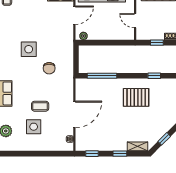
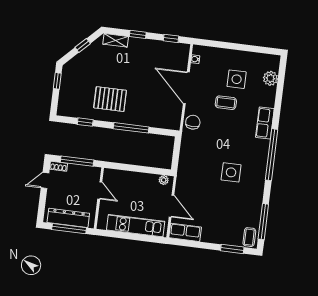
door: (74, 15) -> (172, 206), swing flipped
window: (157, 43) -> (77, 161), width x2.17
chair: (49, 68) -> (193, 122), moved
window: (102, 76) -> (131, 128), moved
door: (74, 114) -> (186, 88), hinge flipped

